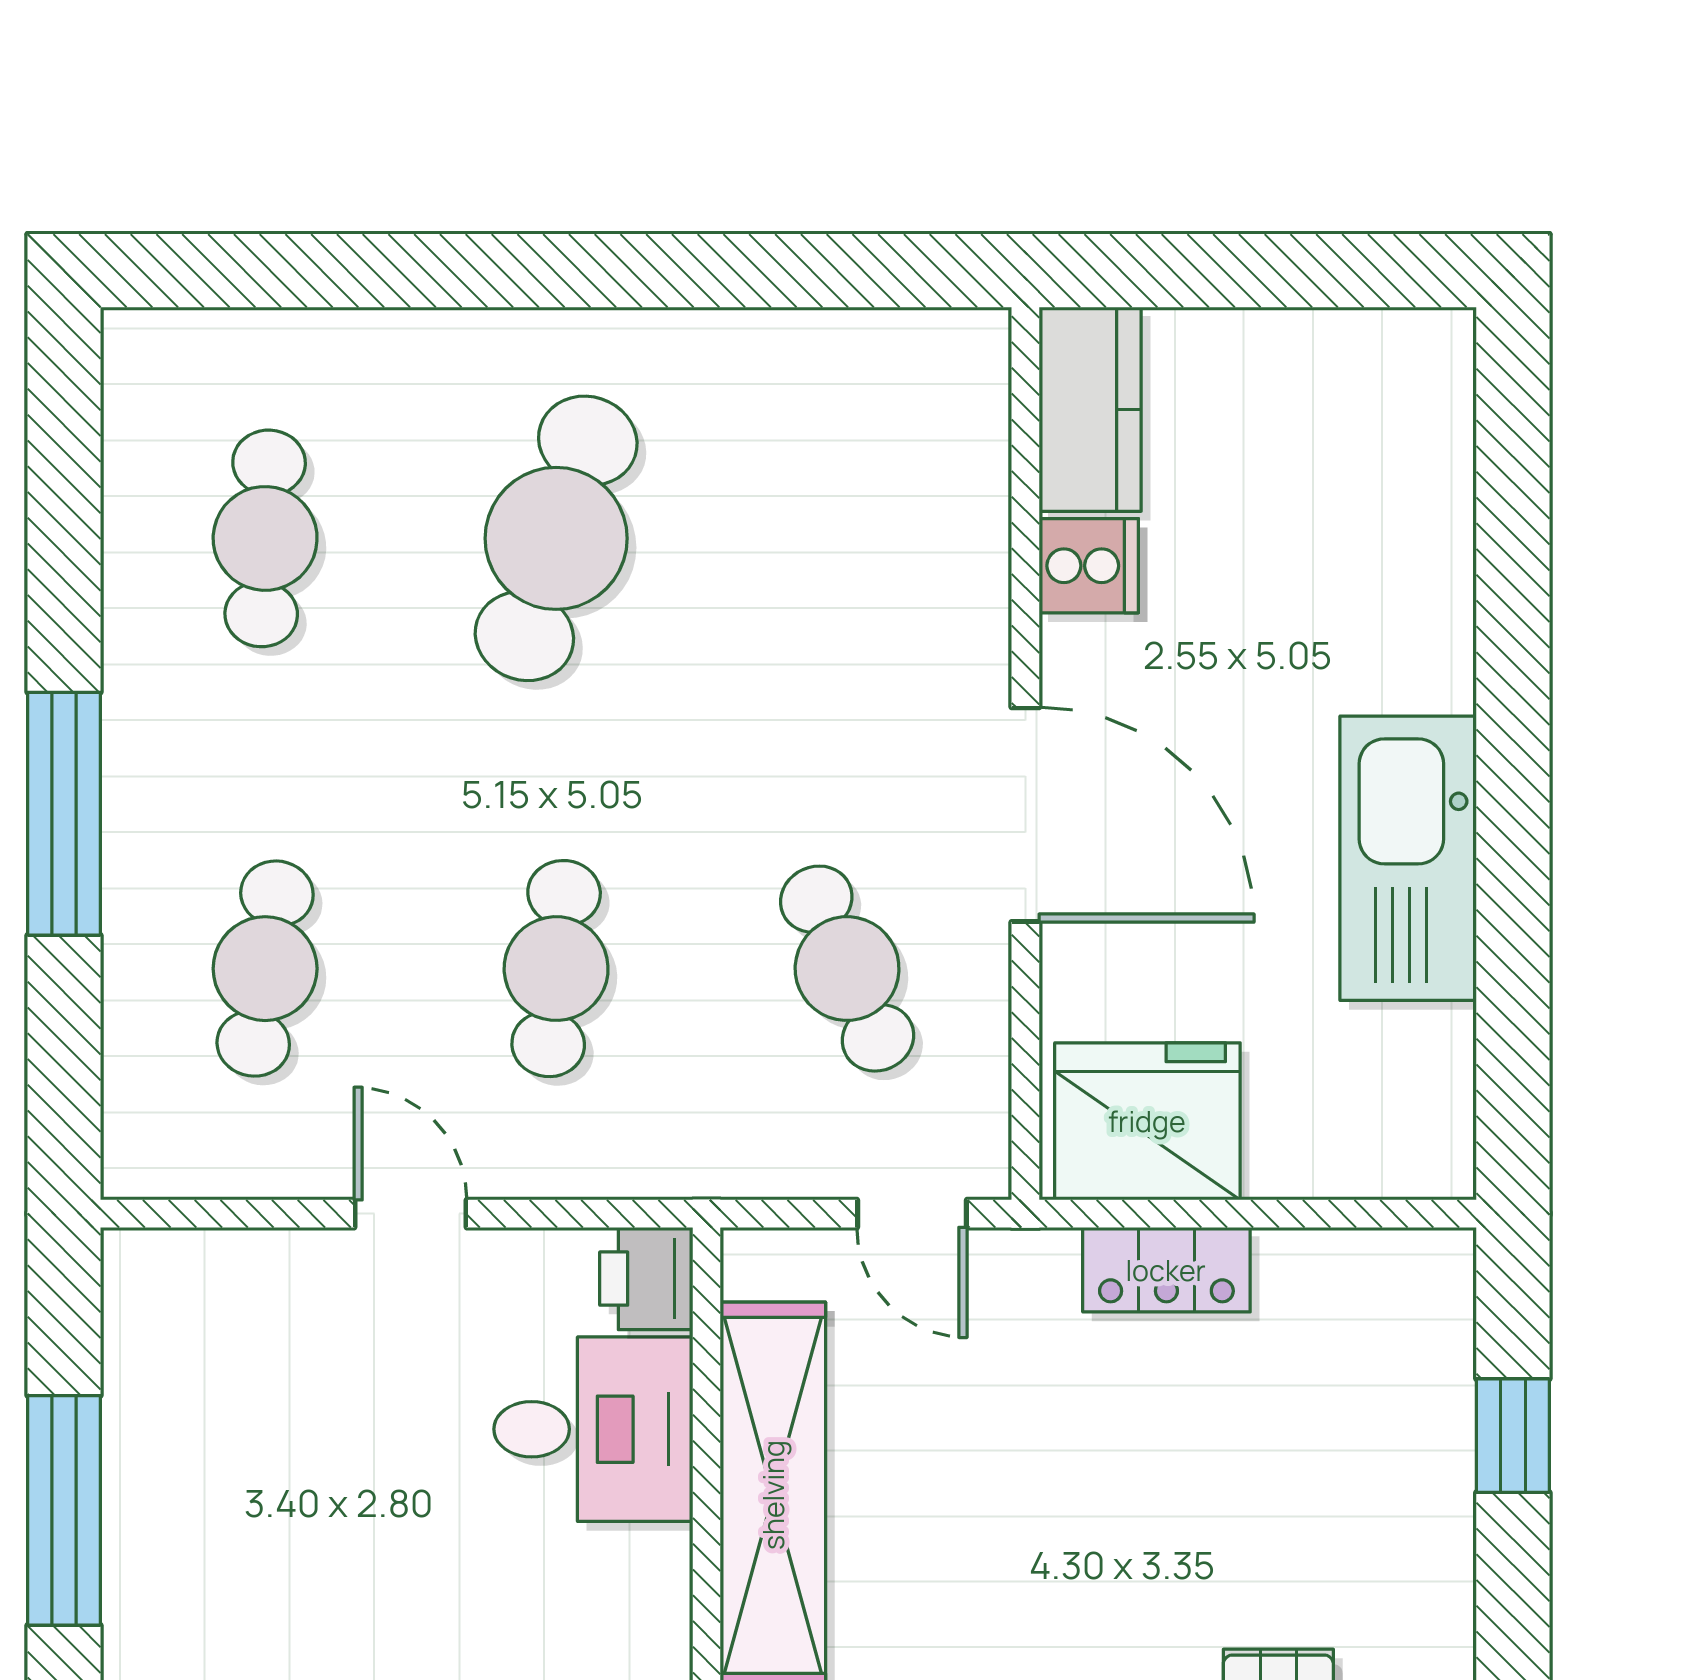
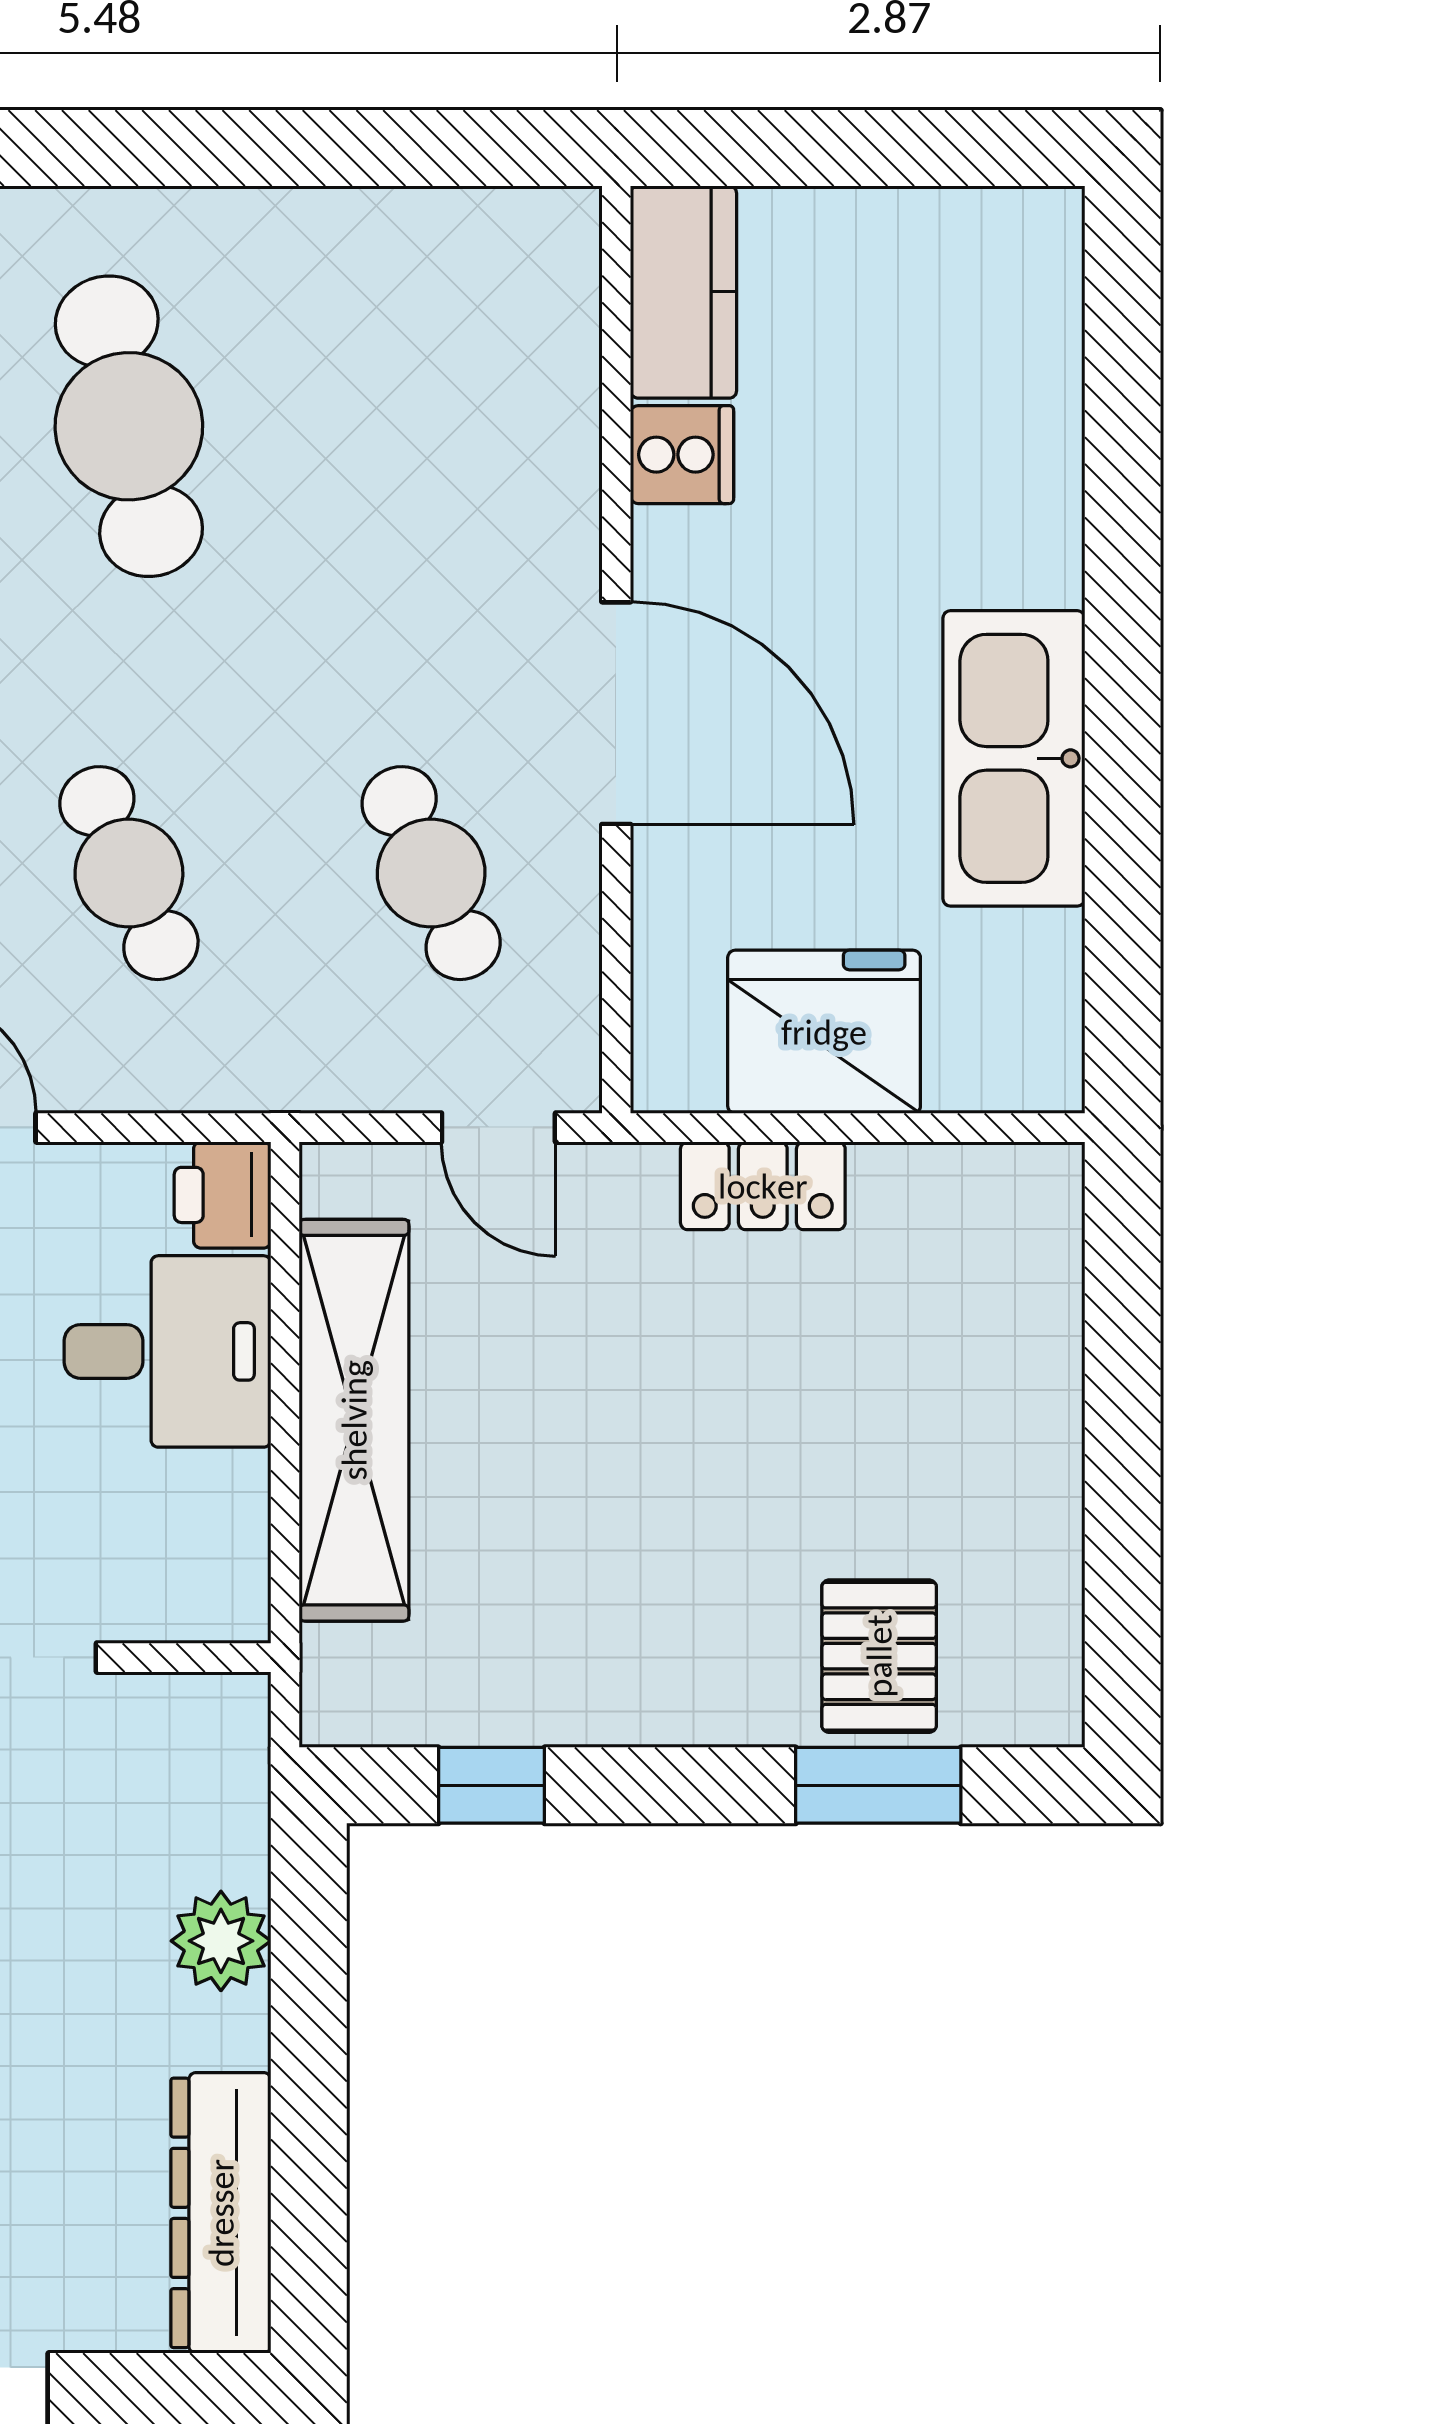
cafe table: (556, 538) -> (129, 426), turned -30
cafe table: (556, 969) -> (129, 873), turned -30
fridge: (1147, 1121) -> (824, 1032), moved
window: (1513, 1436) -> (1123, 1358), removed

